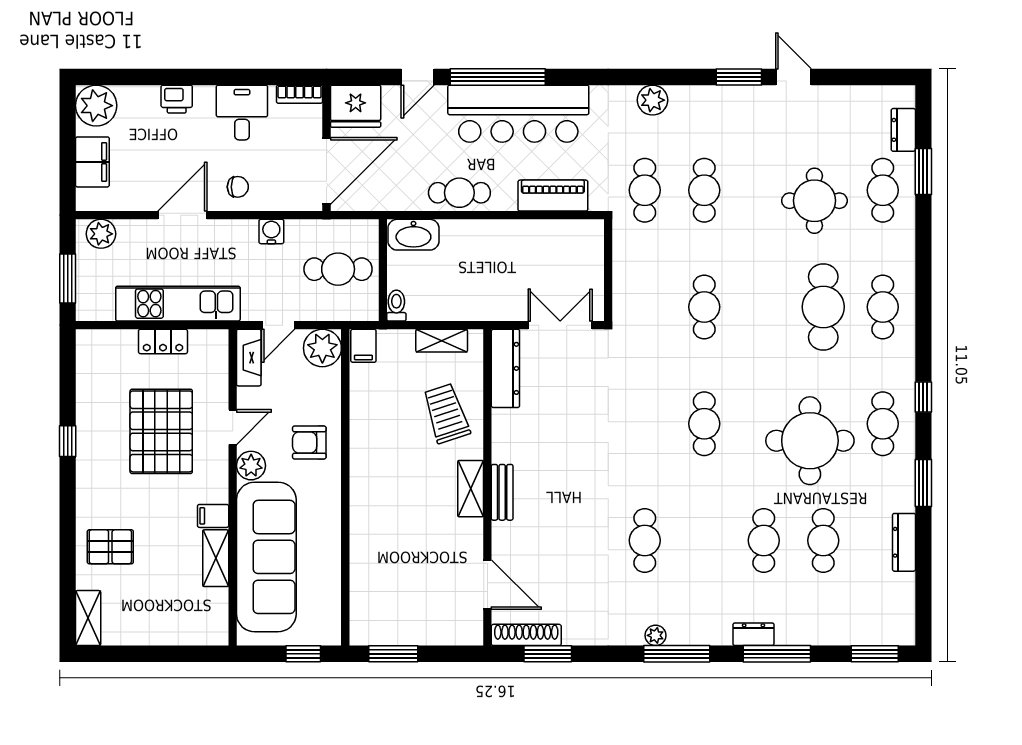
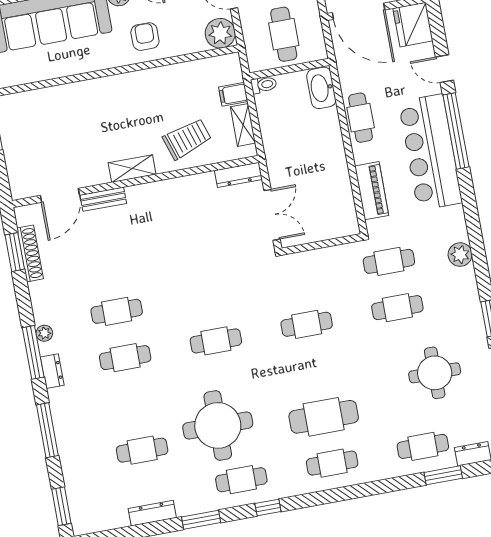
round table: (814, 201) -> (435, 373), moved
filing cabinet: (363, 346) -> (233, 94), moved
dresser: (505, 368) -> (238, 175), width x0.73, depth x0.80
bench: (502, 492) -> (103, 199), moved
cafe table: (764, 540) -> (125, 358), moved
dresser: (753, 634) -> (52, 371), moved
shoe rack: (526, 635) -> (30, 253), moved

